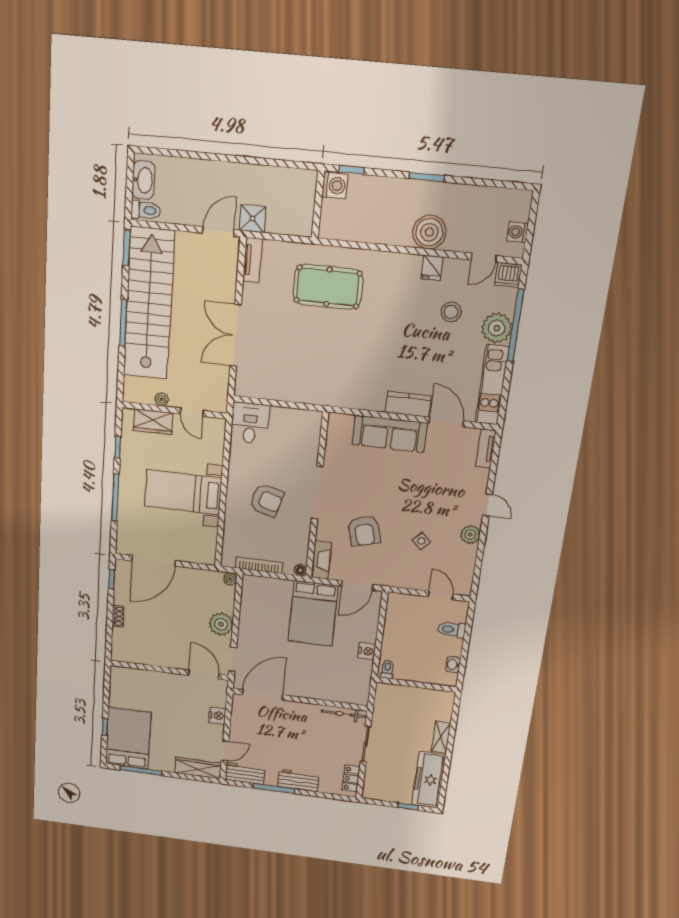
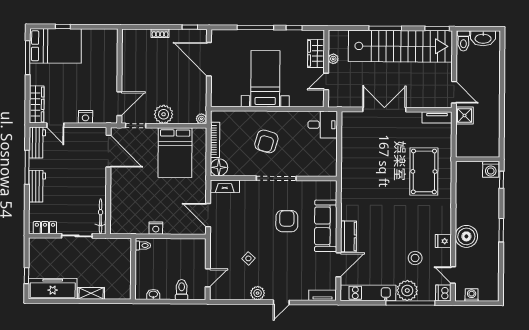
armchair: (364, 531) -> (287, 221), moved, turned 105
floor lamp: (300, 570) -> (219, 167), width x1.89, depth x1.89
bed: (313, 613) -> (175, 153), moved, turned -90

